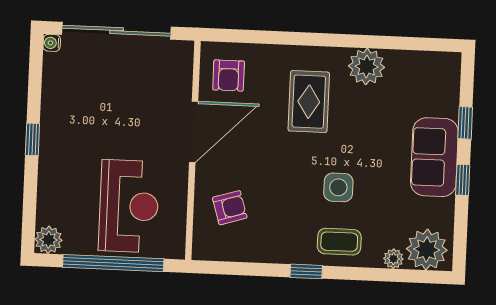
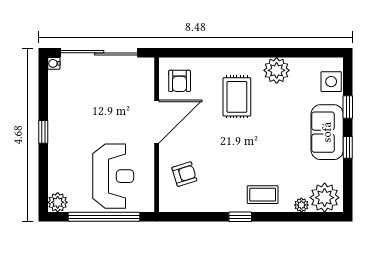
side table: (338, 187) -> (331, 82), moved

